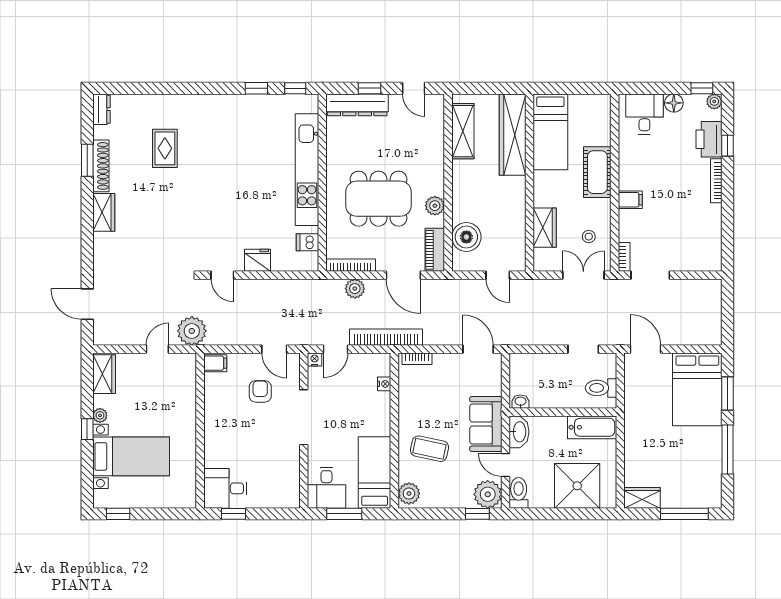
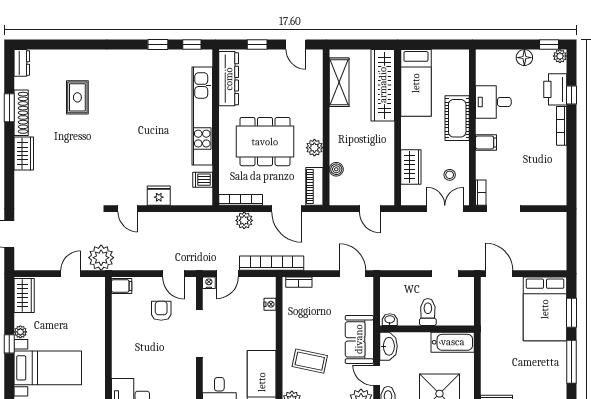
dresser: (357, 105) -> (229, 79), moved, turned -90
desk: (644, 114) -> (493, 102), moved, turned -90
boiler: (466, 237) -> (336, 169), width x0.54, depth x0.54
toilet: (601, 388) -> (428, 312), moved, turned 90

